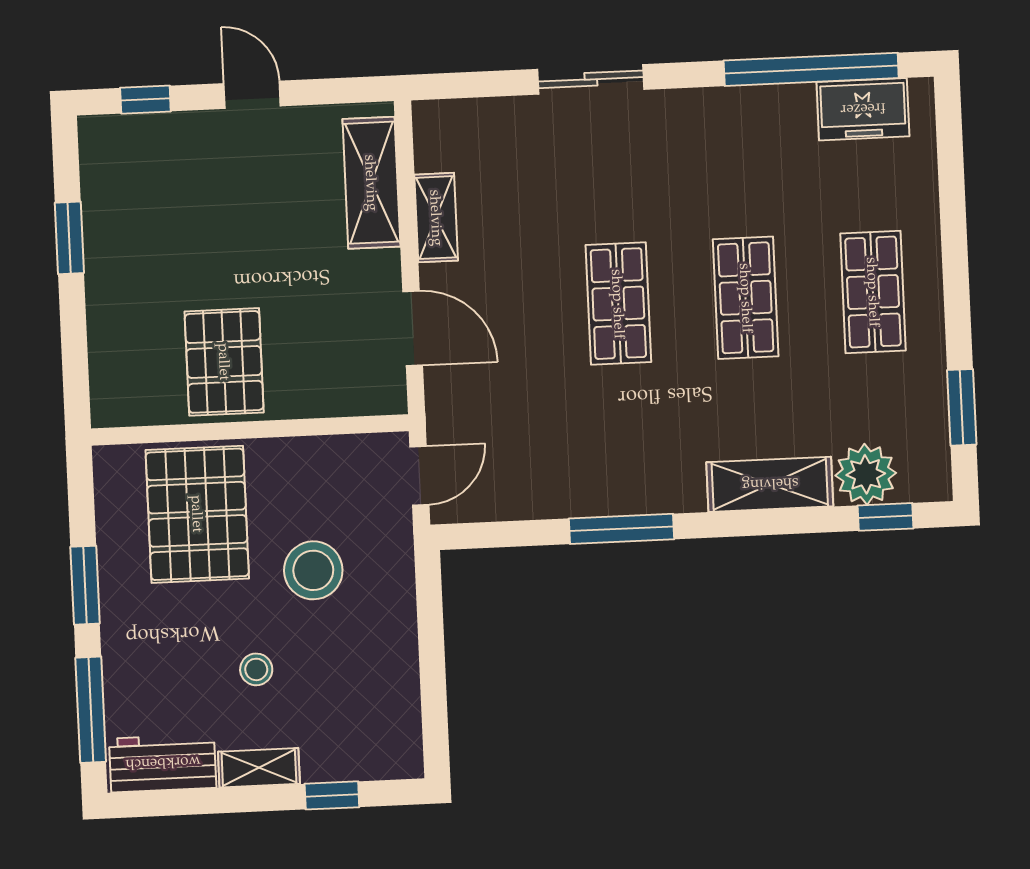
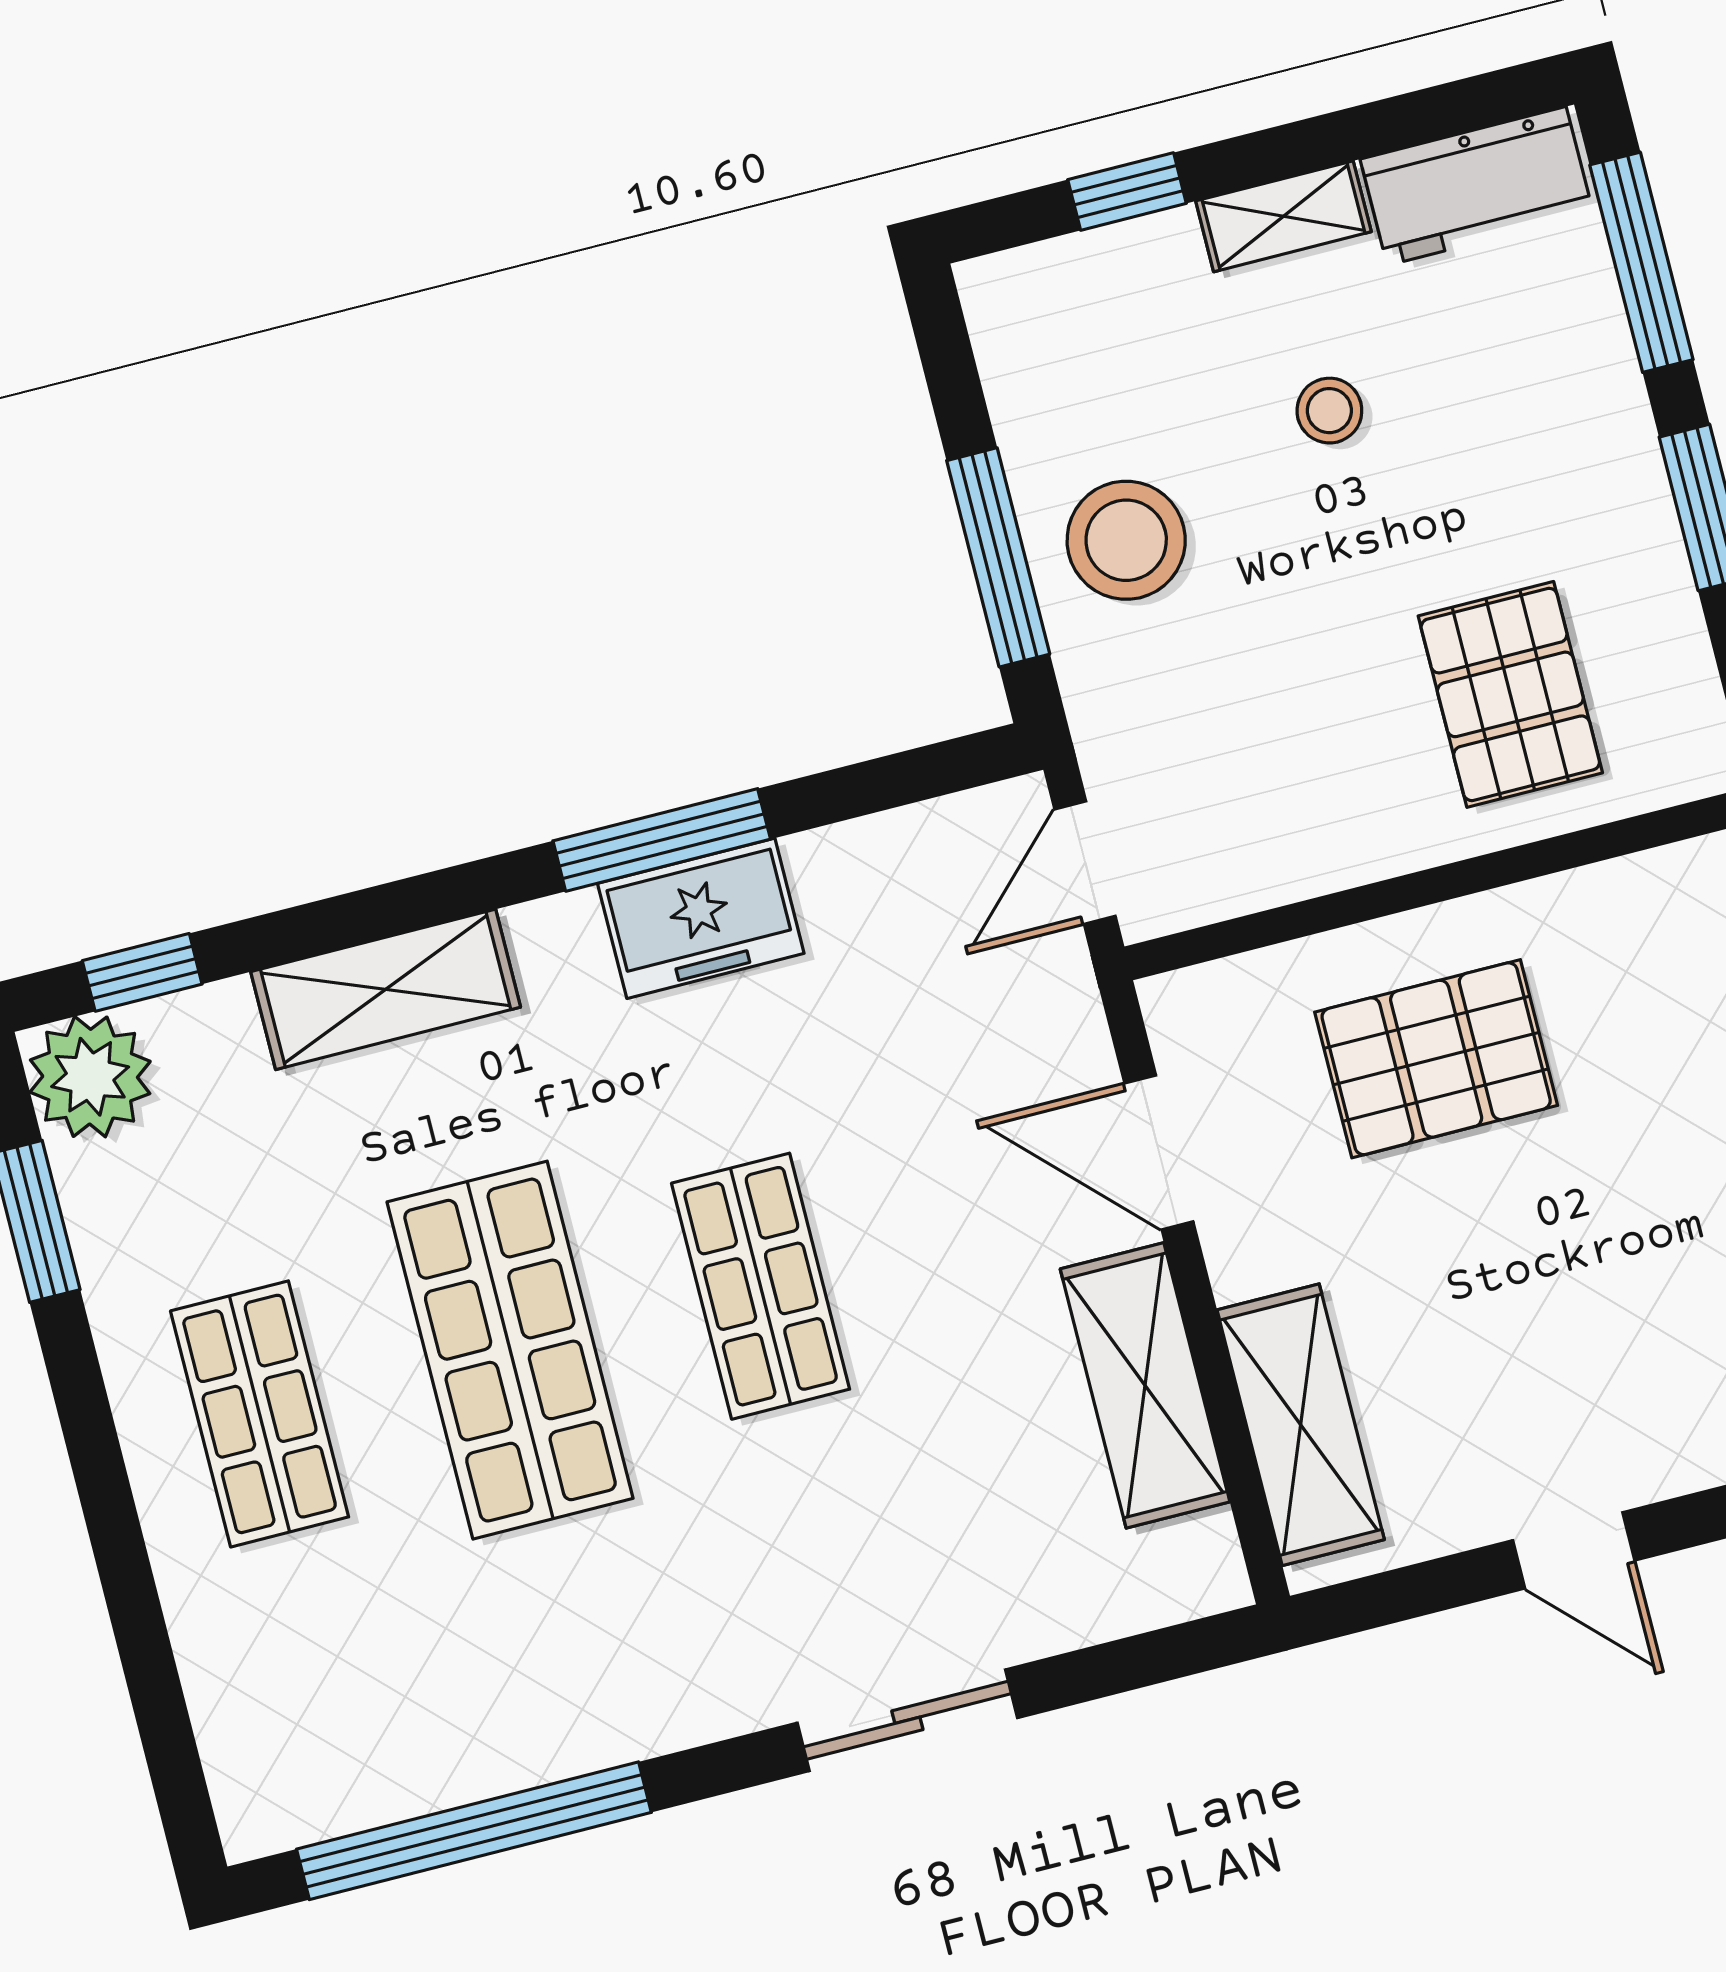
freezer: (863, 109) -> (701, 918), moved, turned 180
shelving: (436, 218) -> (1145, 1385), width x1.50, depth x1.33
shop shelf: (746, 298) -> (510, 1350), width x1.43, depth x1.36
pallet: (224, 362) -> (1436, 1059), moved, turned 90
plant: (866, 474) -> (90, 1077), moved
pallet: (197, 514) -> (1510, 694), width x0.73, depth x0.71
stool: (313, 570) -> (1126, 540), moved
window: (431, 632) -> (998, 557), added

